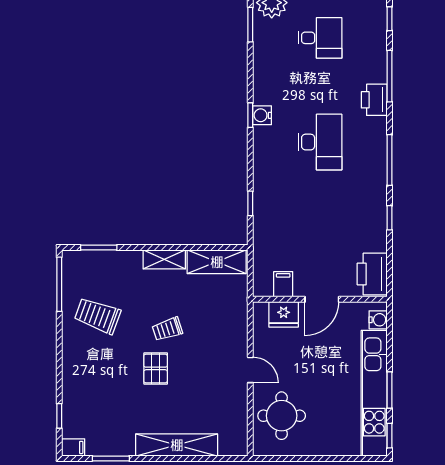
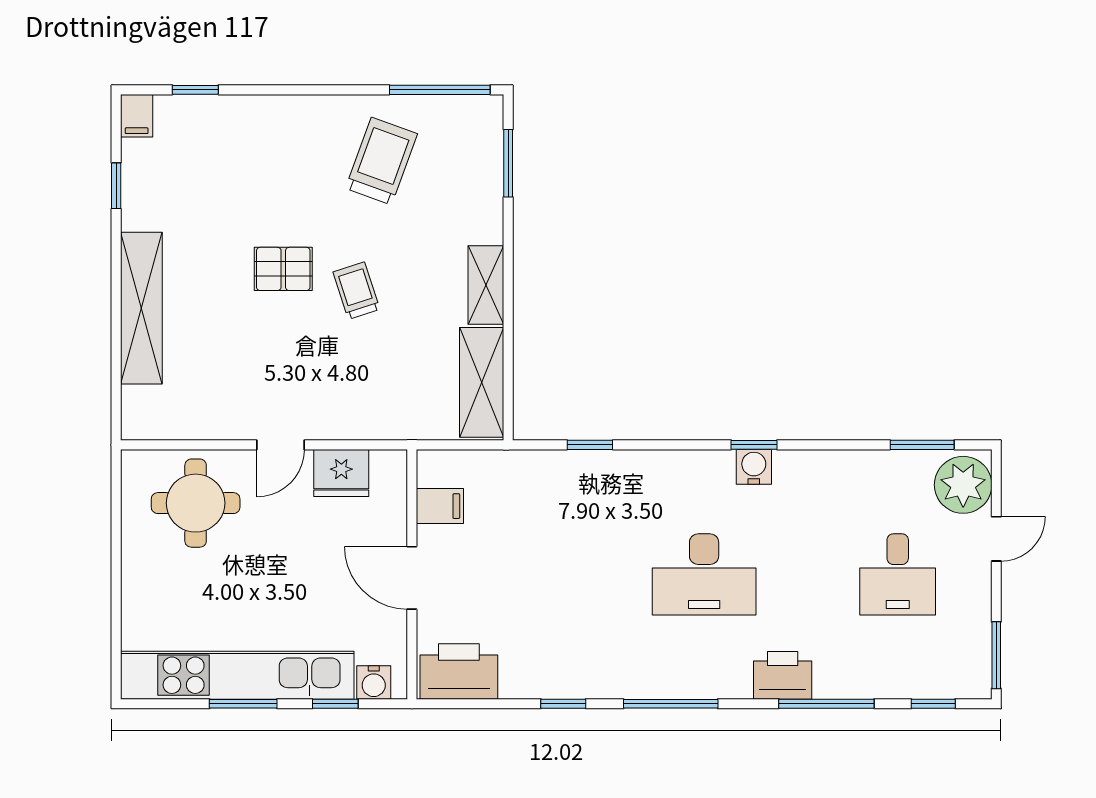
fridge: (284, 314) -> (341, 473), moved, turned -90
window: (390, 436) -> (335, 704), moved
window: (111, 458) -> (116, 186), width x0.67

